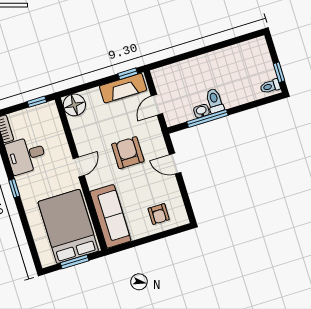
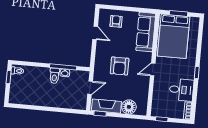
floor lamp: (74, 105) -> (129, 107), moved
door: (175, 164) -> (95, 33), moved

